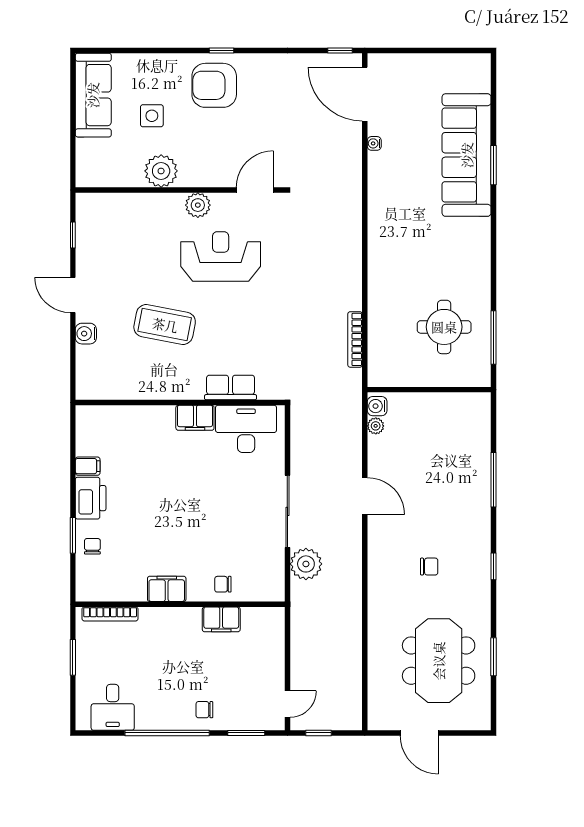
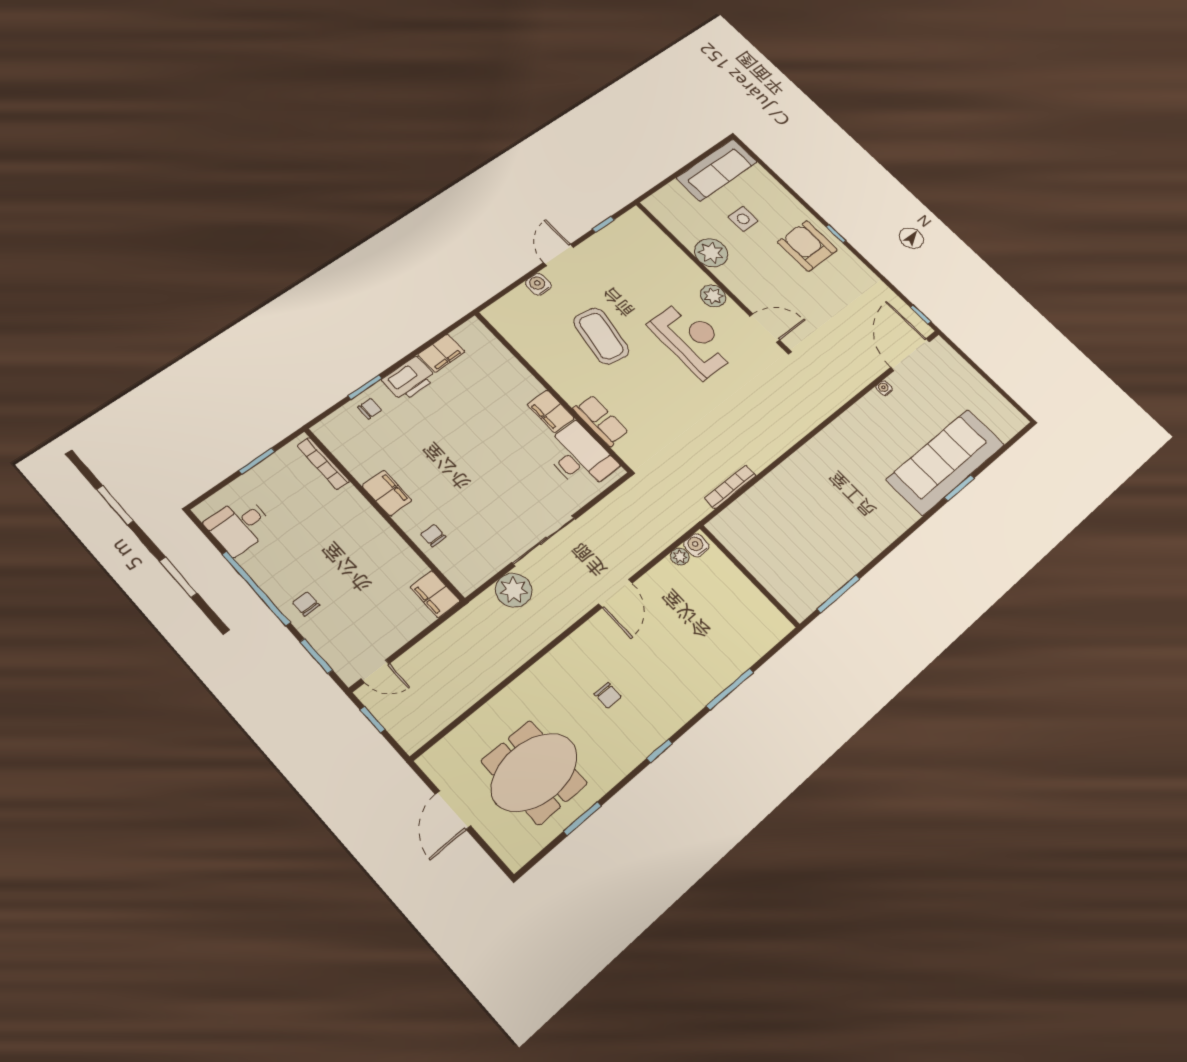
round table: (444, 327) -> (808, 548), removed
filing cabinet: (88, 466) -> (441, 353), width x2.00
filing cabinet: (221, 619) -> (435, 594), moved

